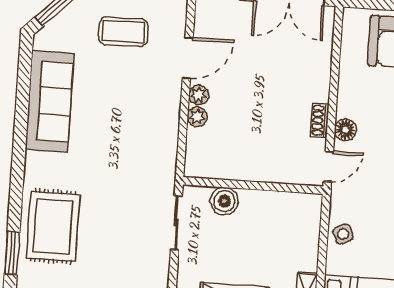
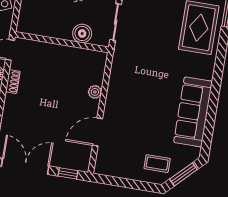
coffee table: (123, 32) -> (157, 164), moved, width x0.73, depth x0.77
plant: (199, 95) -> (92, 106), removed

